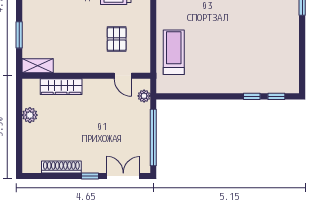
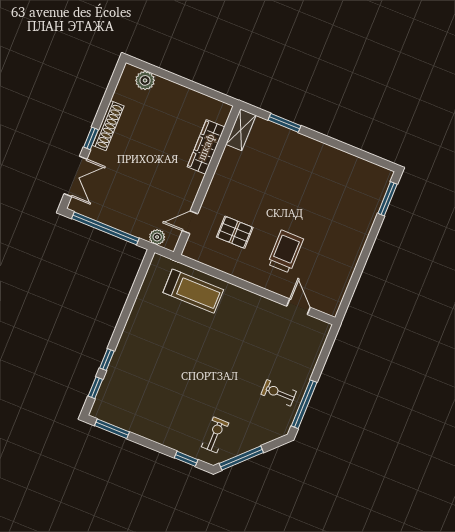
window: (302, 71) -> (112, 429), added
plant: (30, 115) -> (145, 80), moved
shoe rack: (61, 167) -> (108, 126), moved

